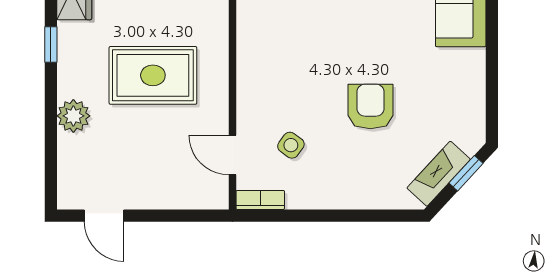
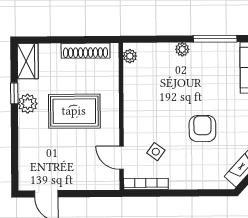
plant: (73, 116) -> (28, 104), moved
bookcase: (260, 200) -> (146, 184), width x1.56

